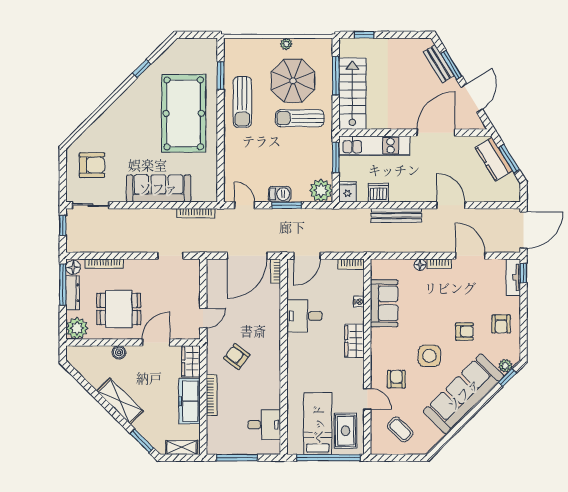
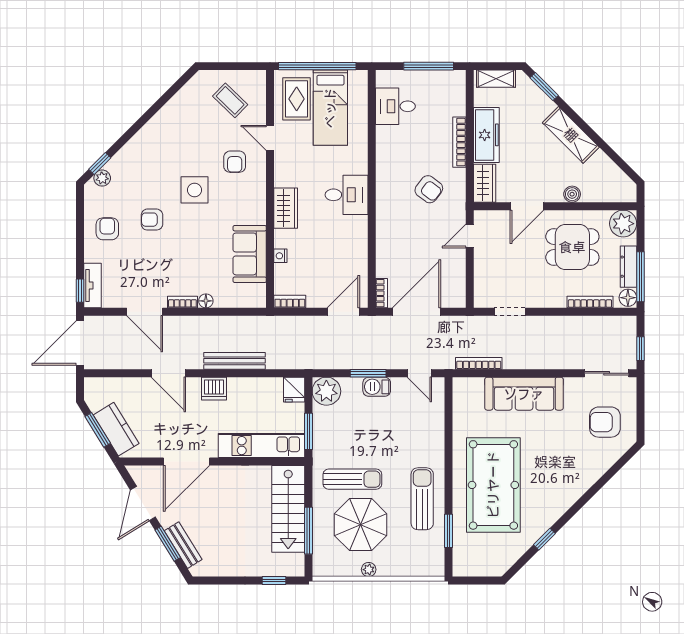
dishwasher: (378, 193) -> (214, 389), moved
desk: (304, 316) -> (347, 195), moved
sofa: (463, 394) -> (153, 144), removed

